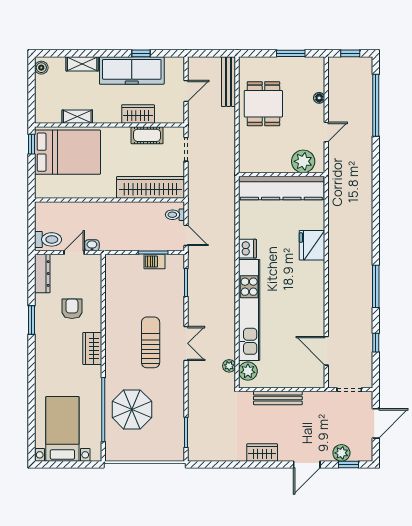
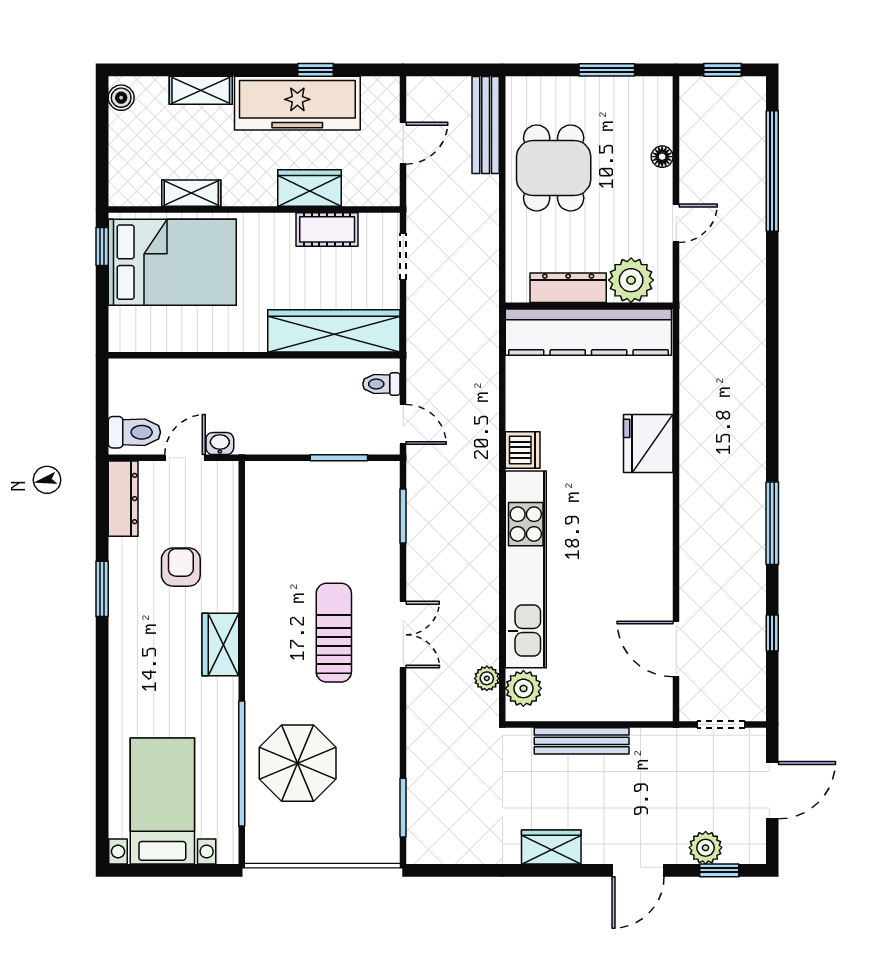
dresser: (271, 165) -> (568, 288), added
barbecue: (154, 262) -> (342, 475), removed

